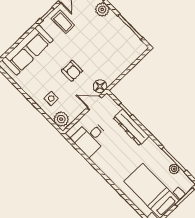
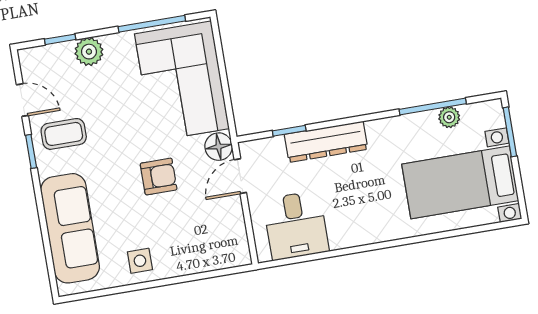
corner sofa: (116, 54) -> (182, 81), added
side table: (51, 99) -> (140, 261), moved
plant: (61, 119) -> (229, 253), removed

